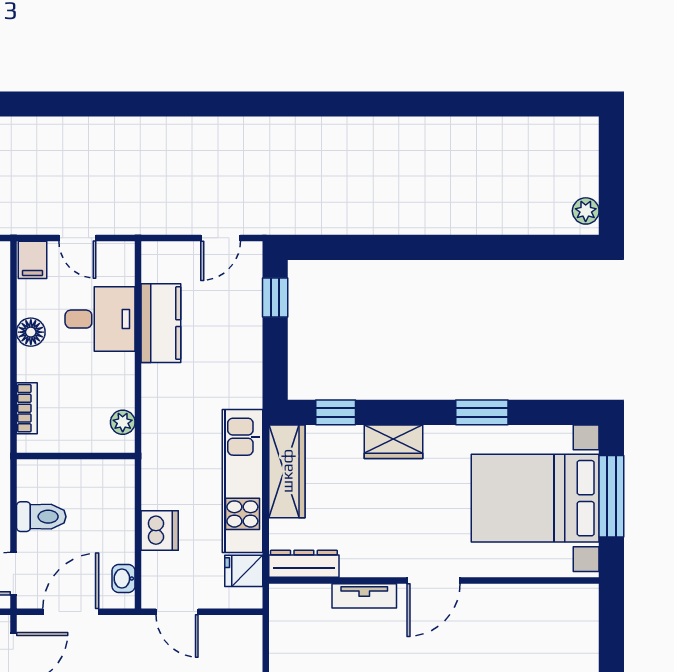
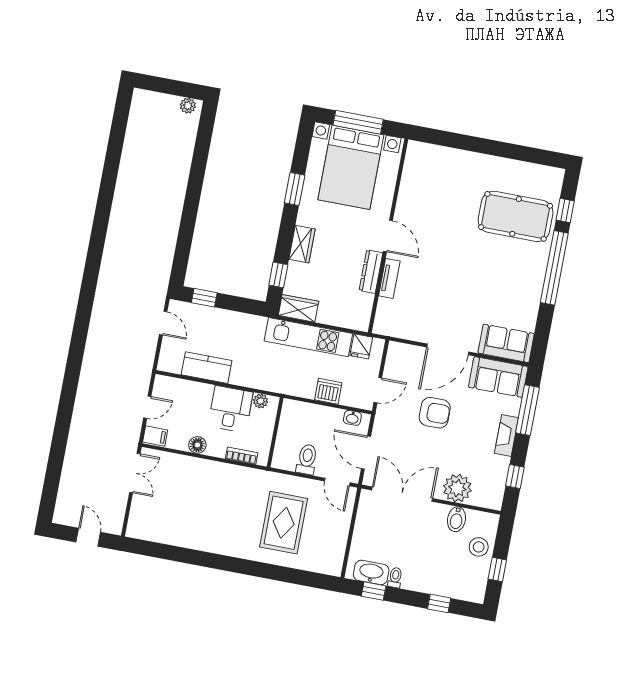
desk: (100, 319) -> (230, 409), moved
wardrobe: (287, 471) -> (298, 308), width x0.67
dresser: (304, 564) -> (371, 272), moved

